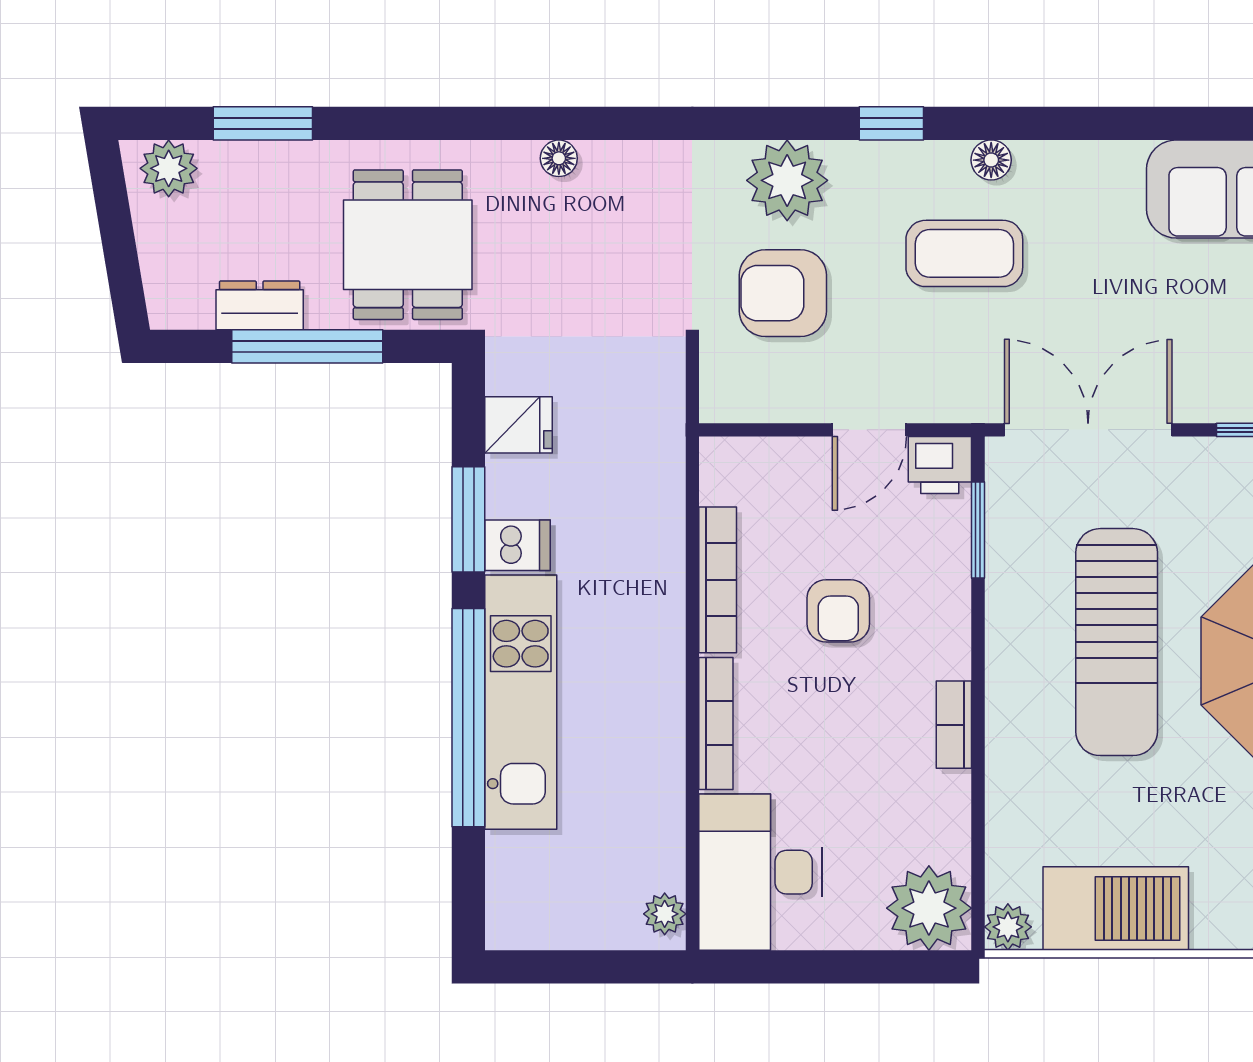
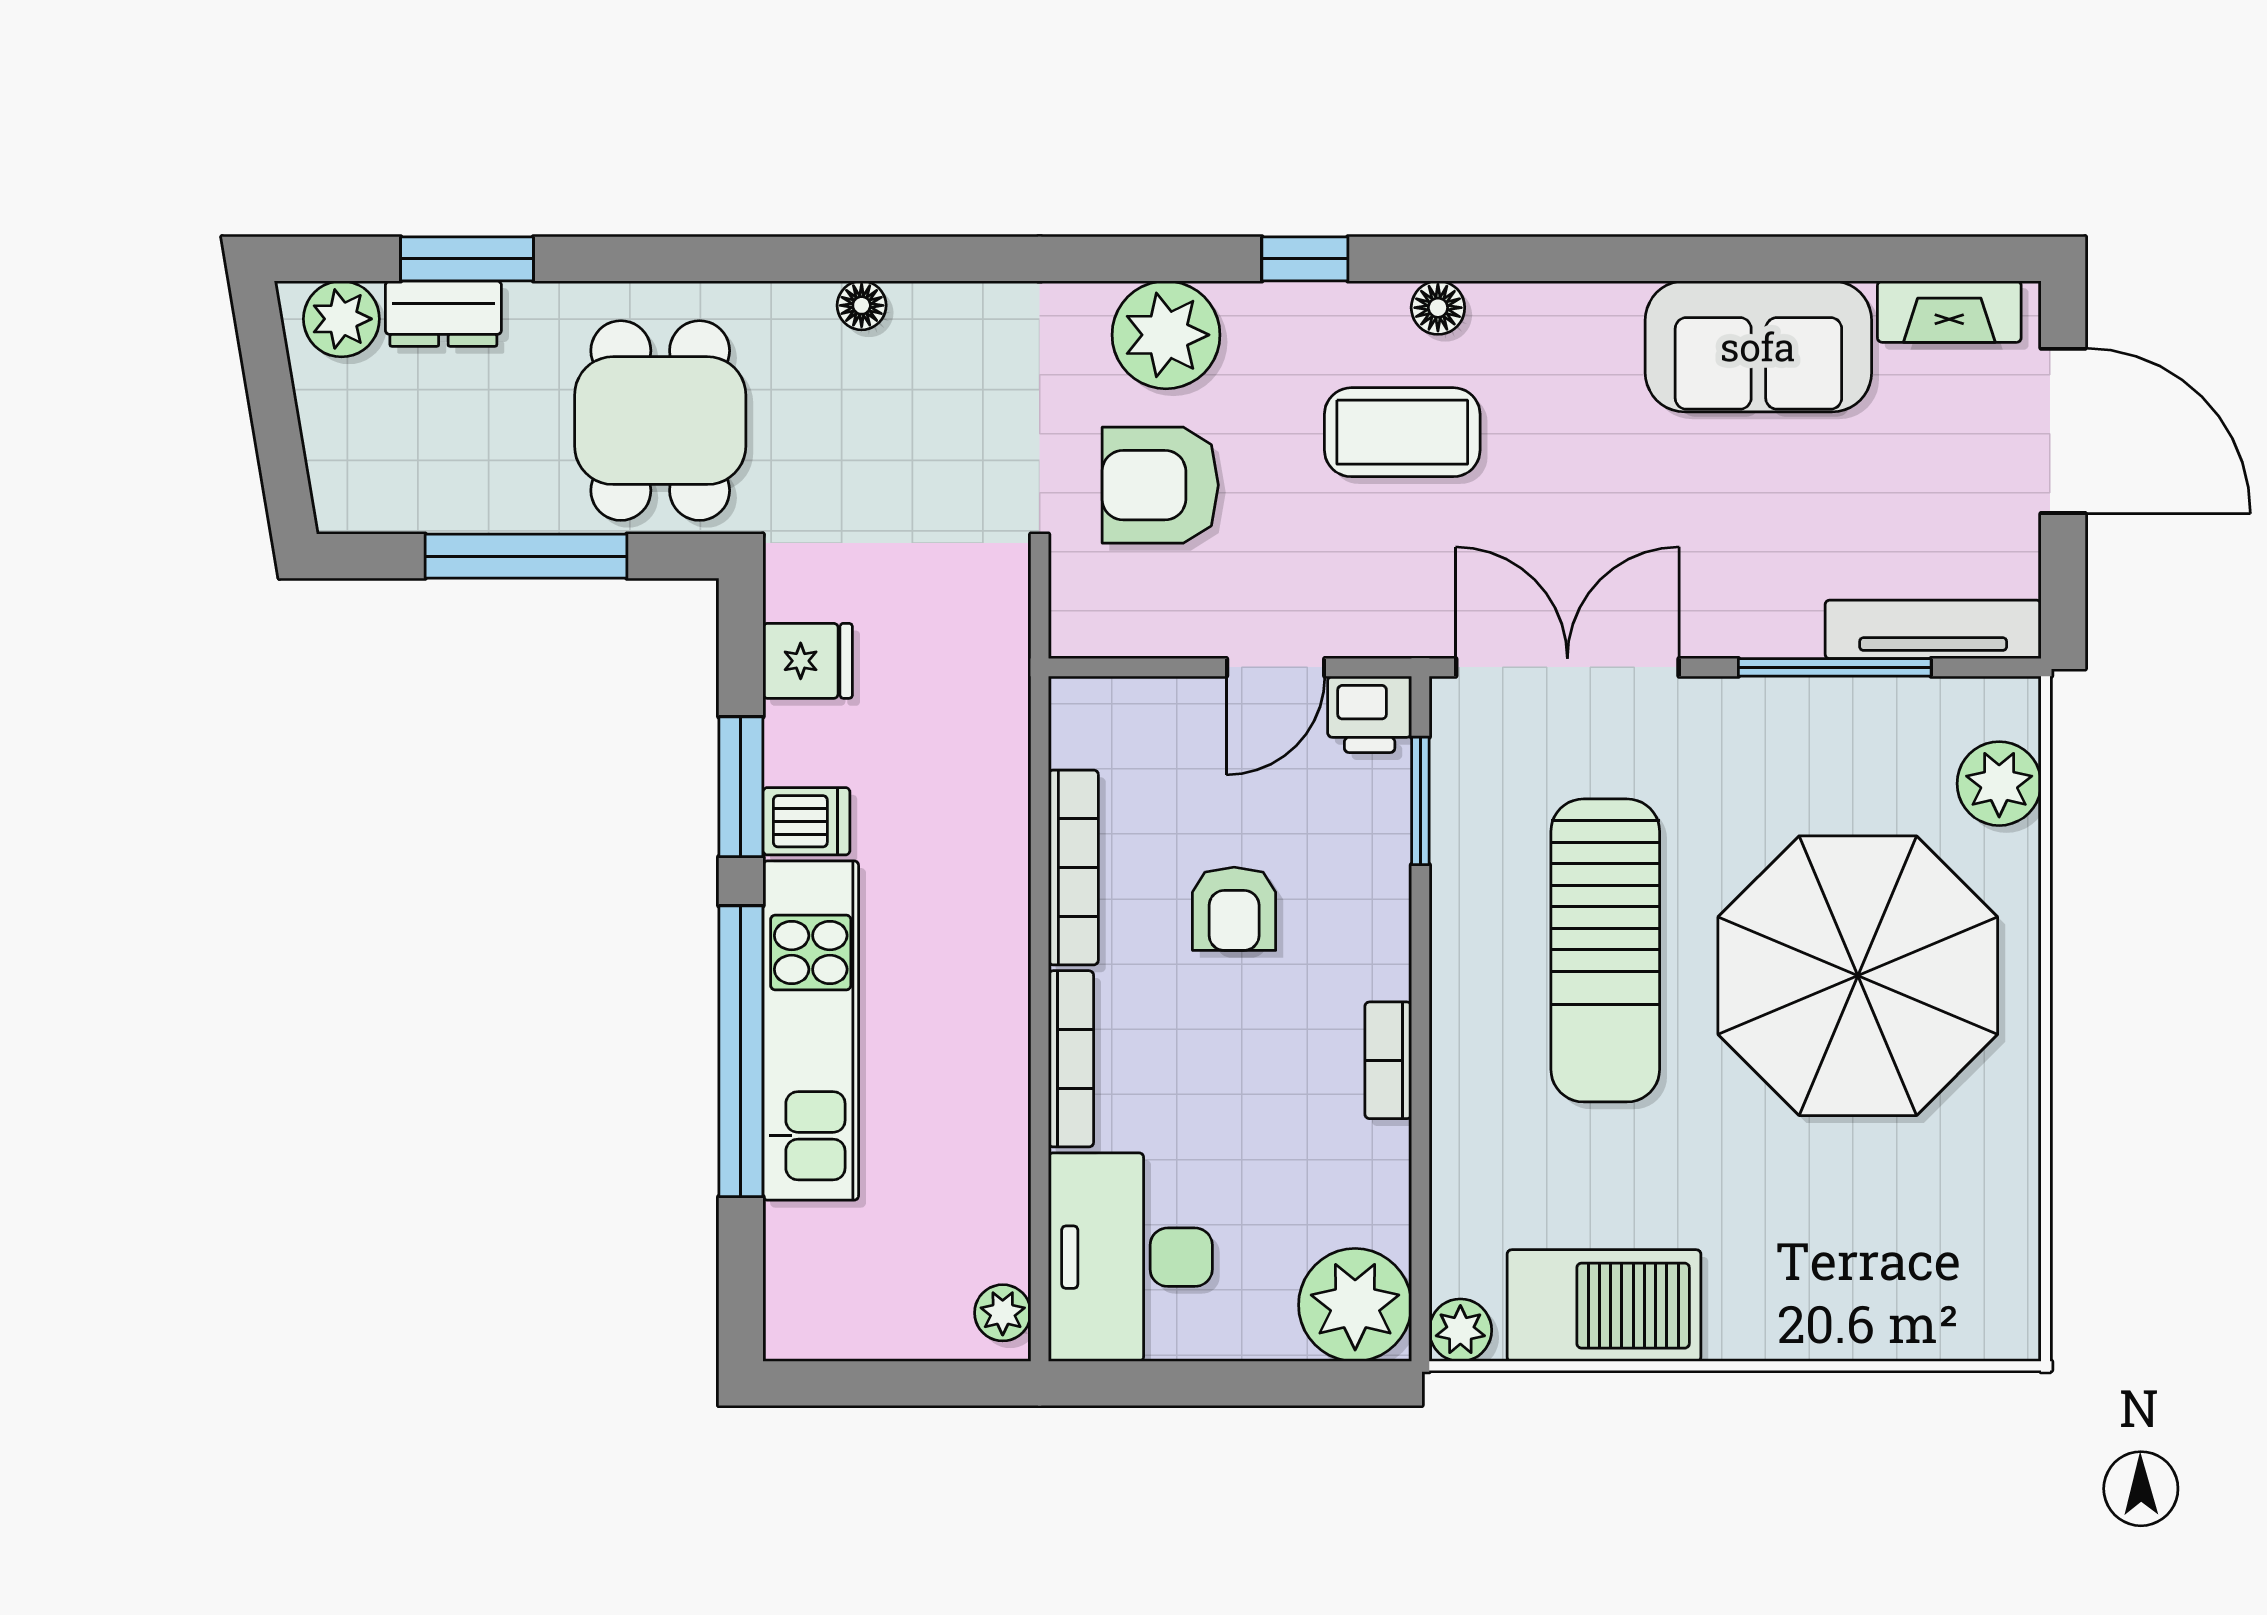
dresser: (260, 305) -> (443, 314), moved, turned 180

